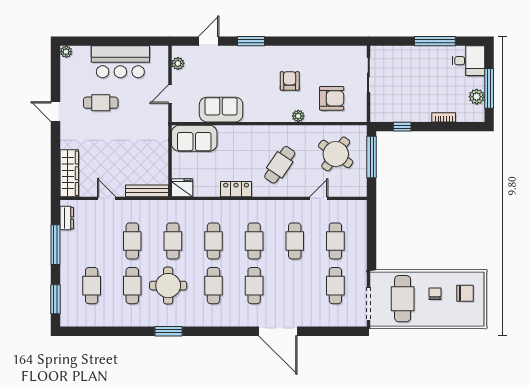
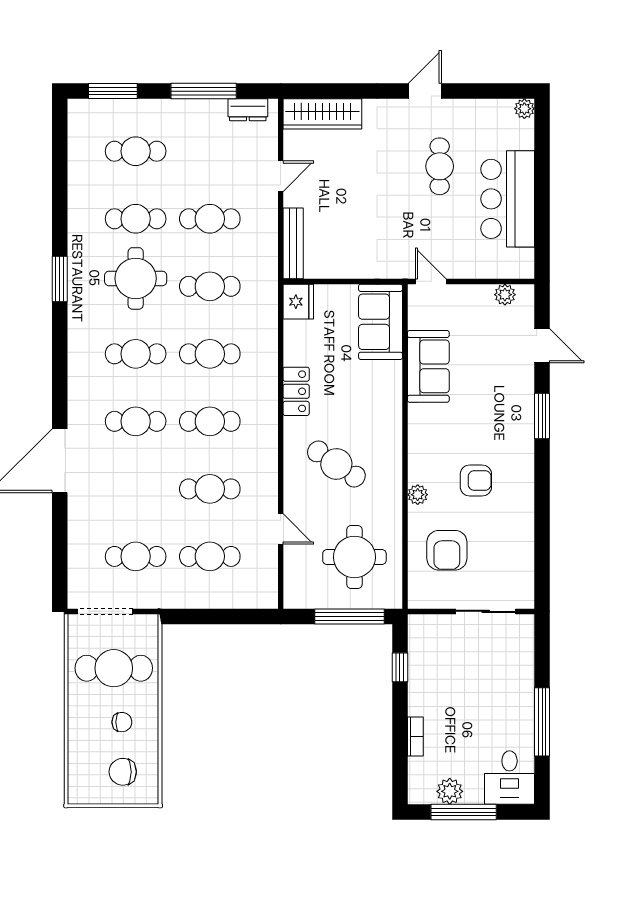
door: (170, 94) -> (431, 281), moved
round table: (336, 154) -> (354, 557), turned -36
chair: (465, 293) -> (123, 772), turned 90

